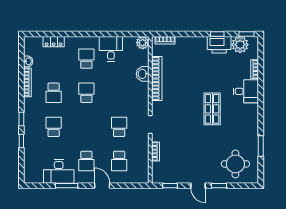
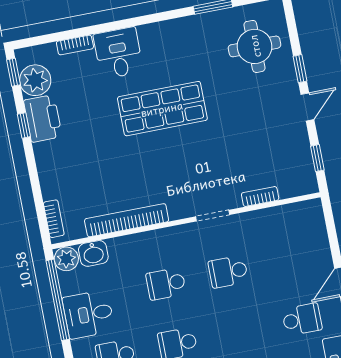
window: (122, 34) -> (58, 300), added
washbasin: (143, 74) -> (93, 253), moved
shop shelf: (212, 109) -> (162, 109), width x1.43, depth x1.36
school desk: (119, 161) -> (166, 284), moved, turned 180

